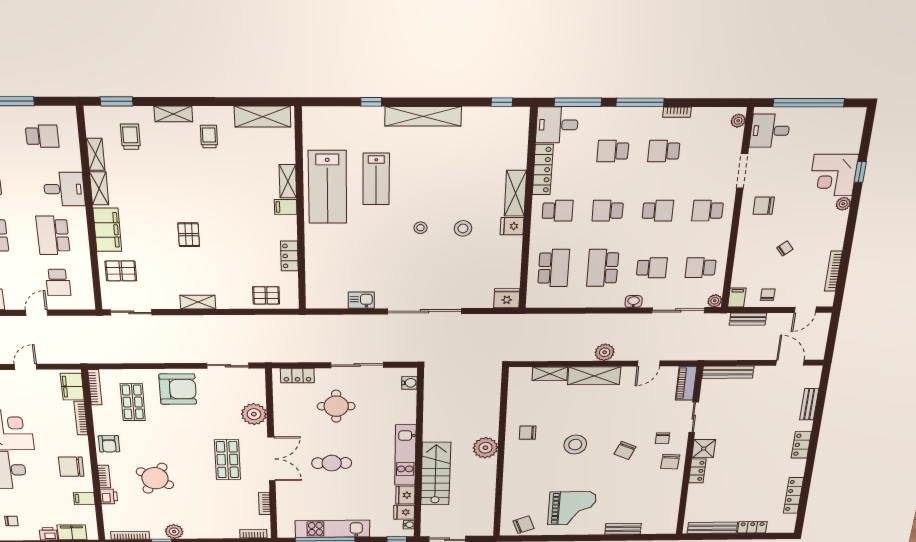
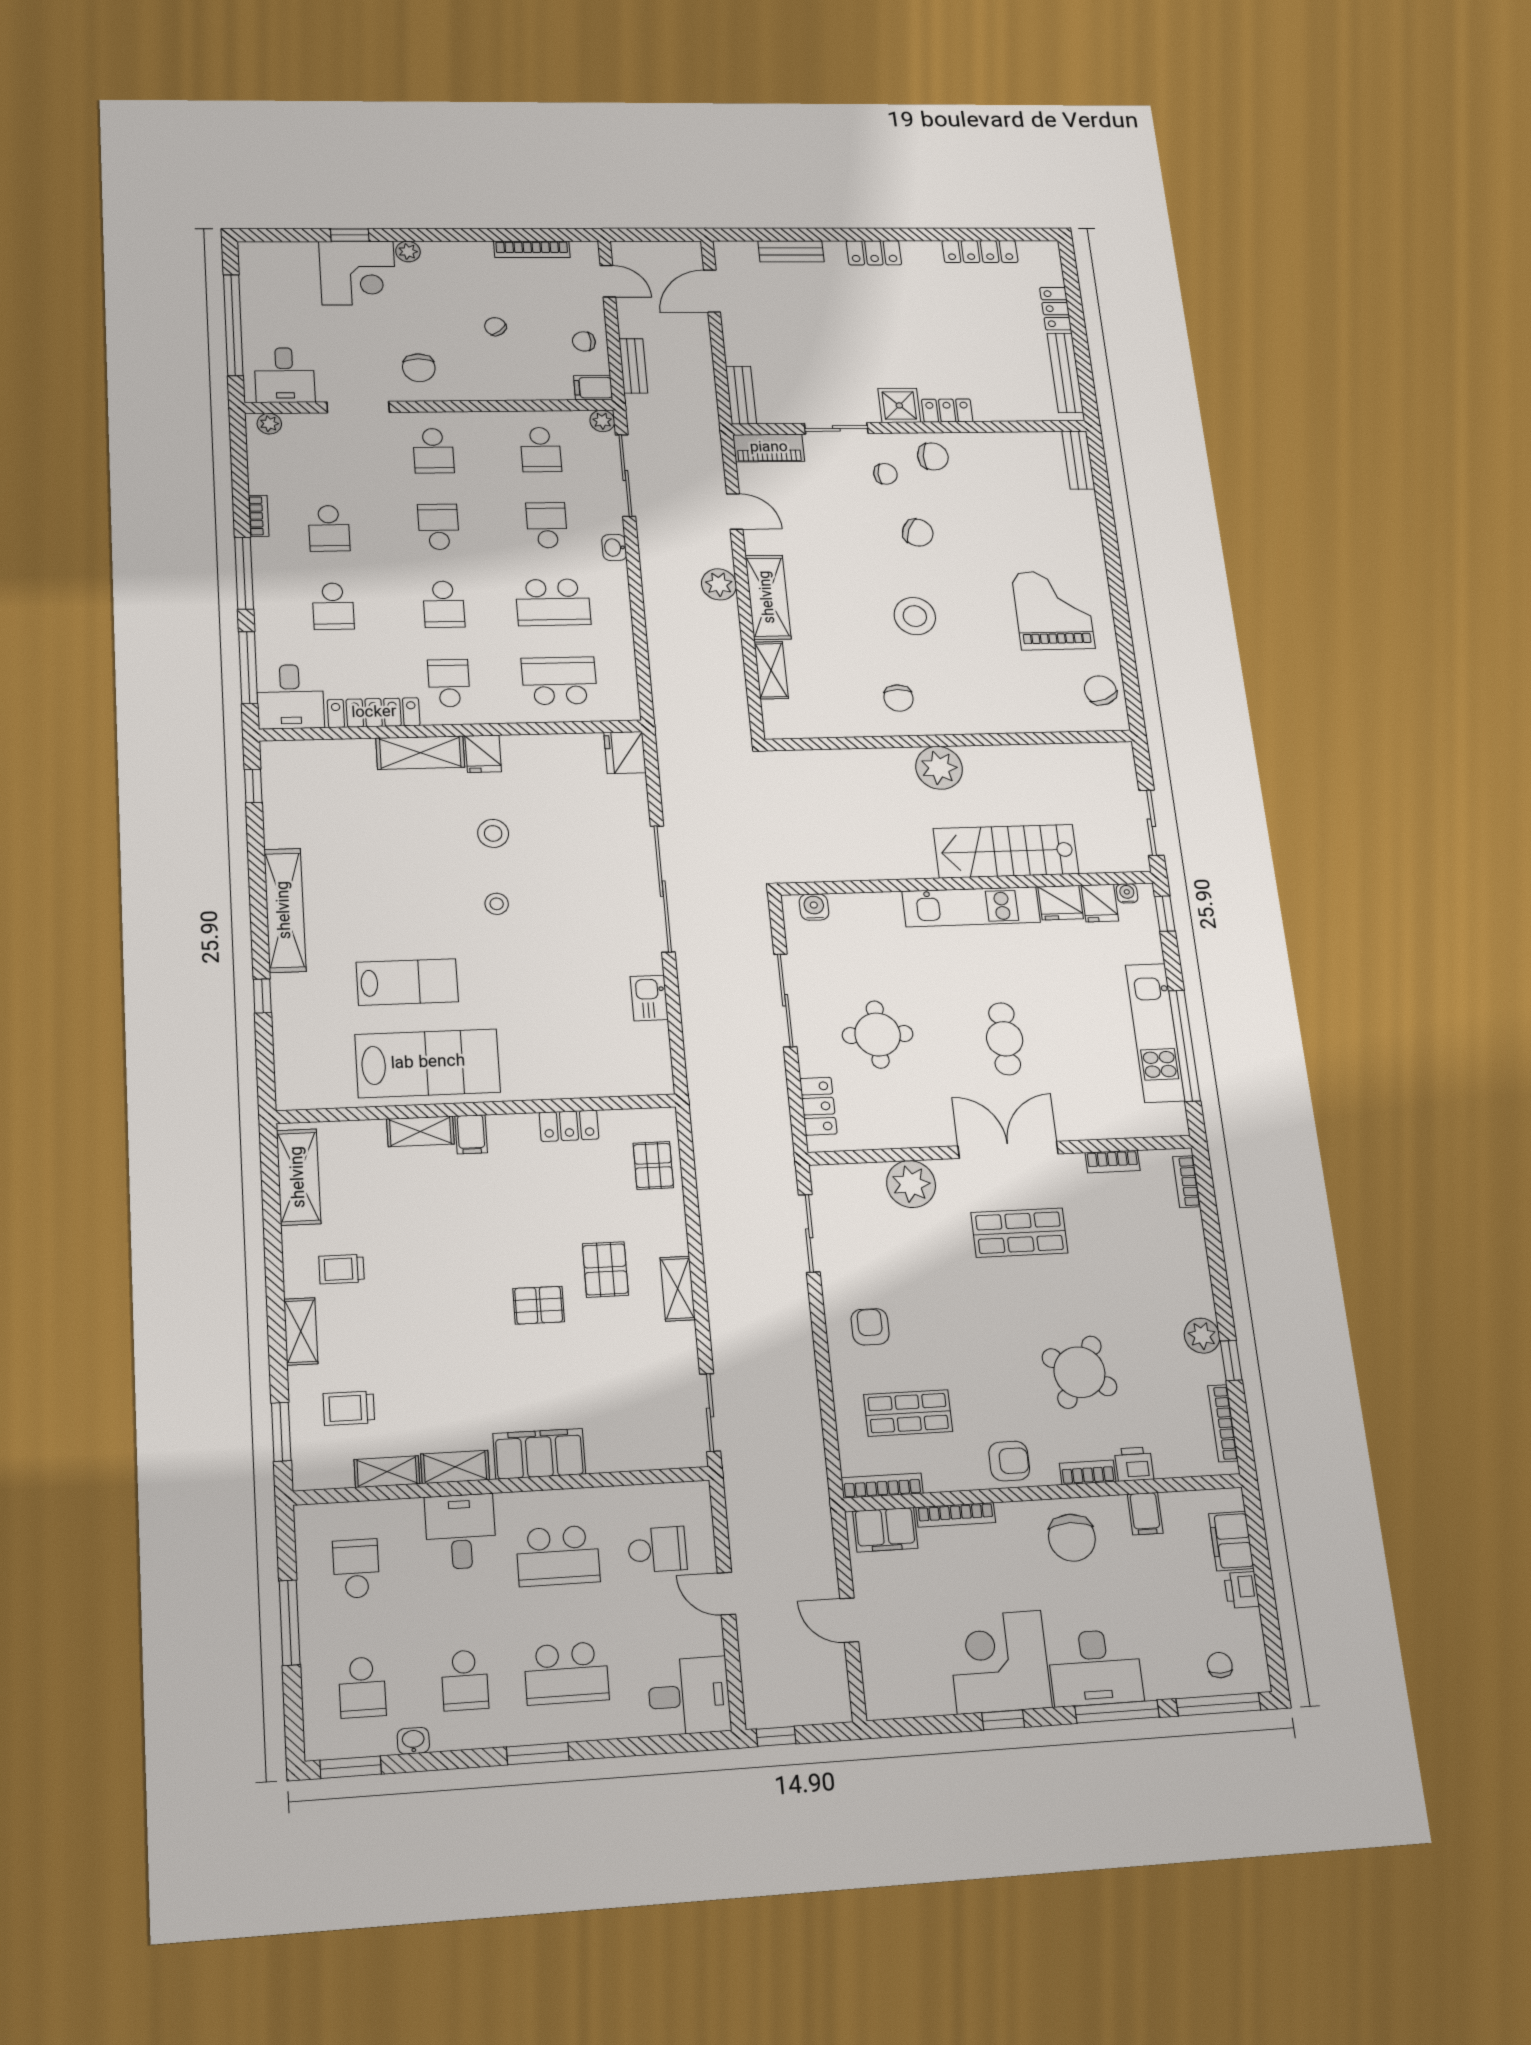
pallet: (121, 271) -> (605, 1269), moved
bench: (728, 372) -> (741, 395), width x0.73
armchair: (178, 389) -> (870, 1327), width x0.53, depth x0.53
bench: (623, 529) -> (1078, 460), moved

